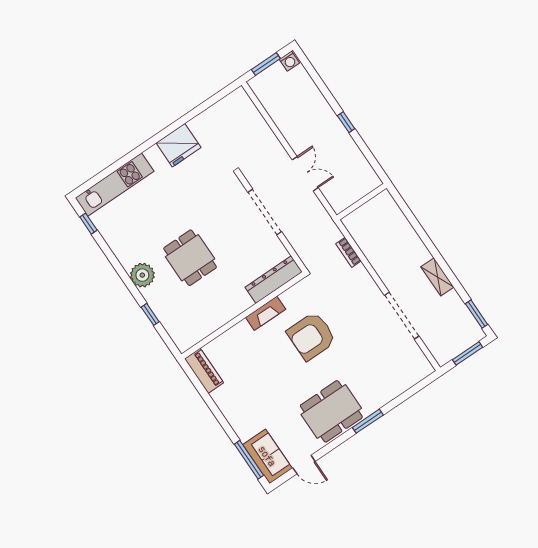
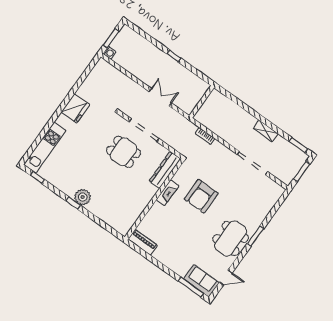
washing machine: (289, 61) -> (109, 53), moved
dining table: (190, 258) -> (123, 152), moved
window: (150, 314) -> (73, 203), moved

